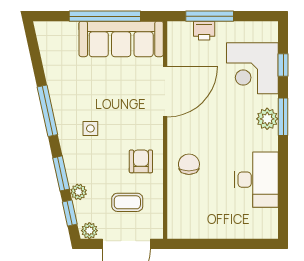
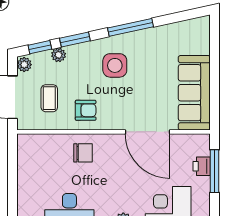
window: (105, 16) -> (214, 78), removed
side table: (90, 128) -> (115, 65), width x1.87, depth x1.87

